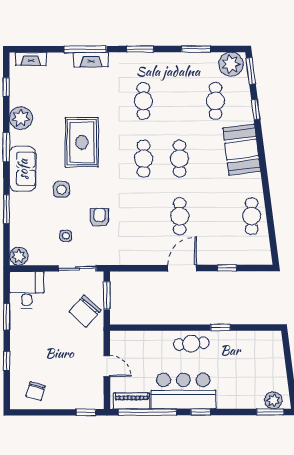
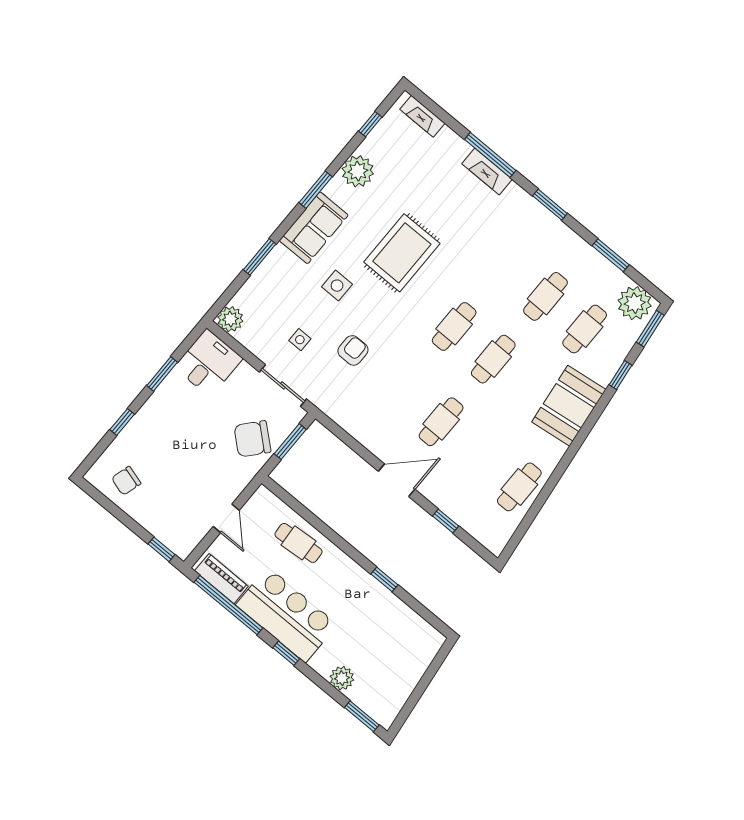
cafe table: (143, 101) -> (545, 296), moved
cafe table: (191, 344) -> (298, 543), moved
plant: (273, 400) -> (342, 678), moved

